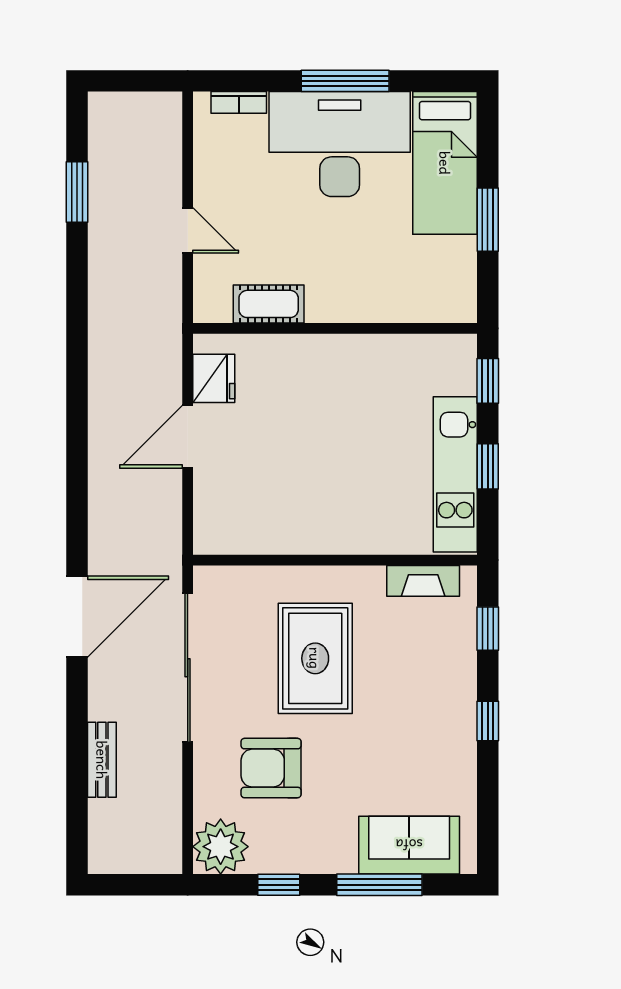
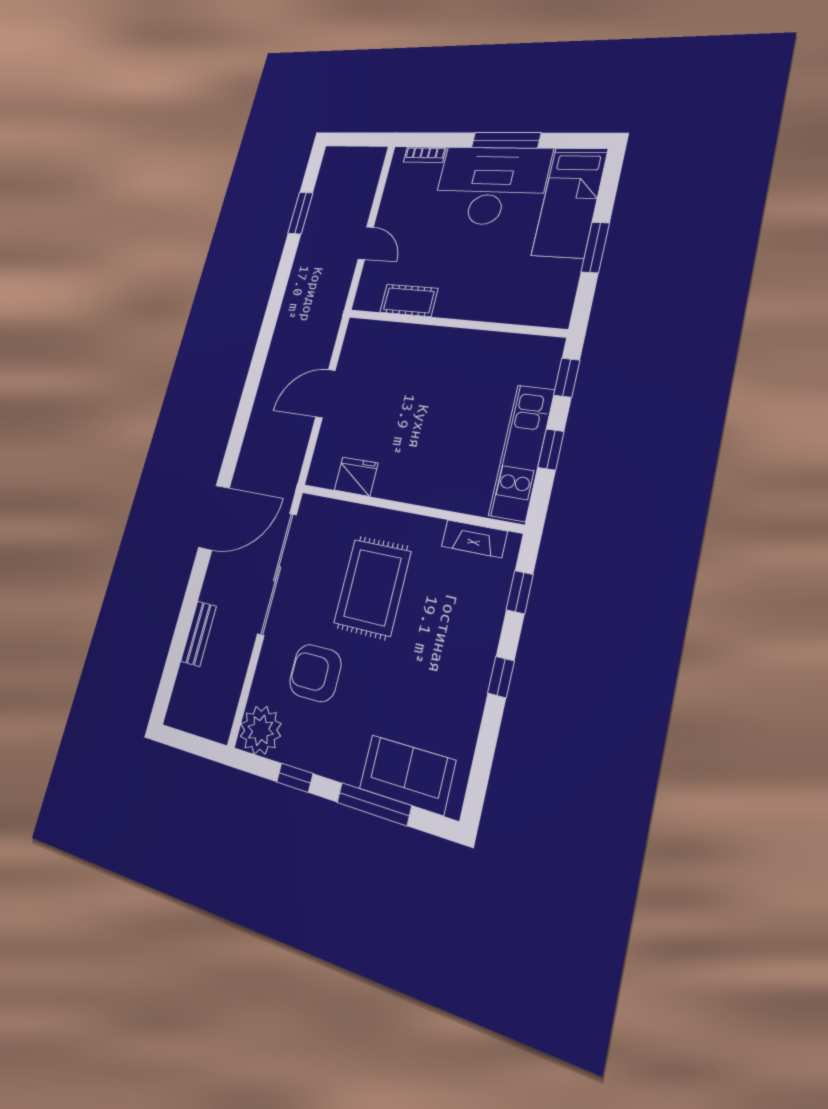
fridge: (214, 378) -> (356, 477), moved, turned -90

